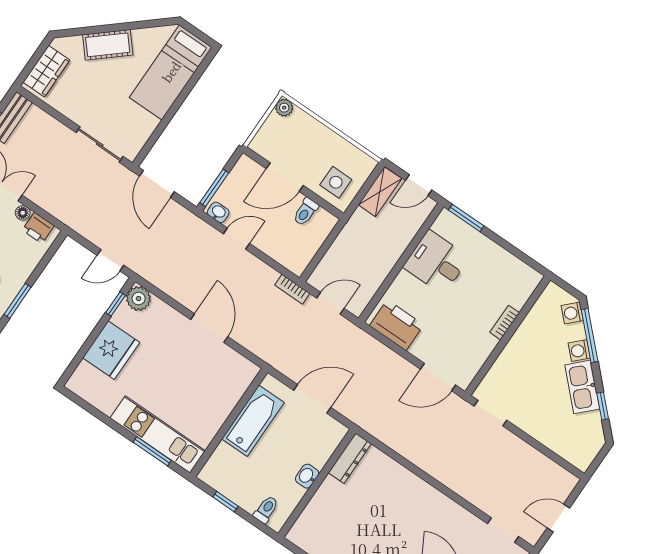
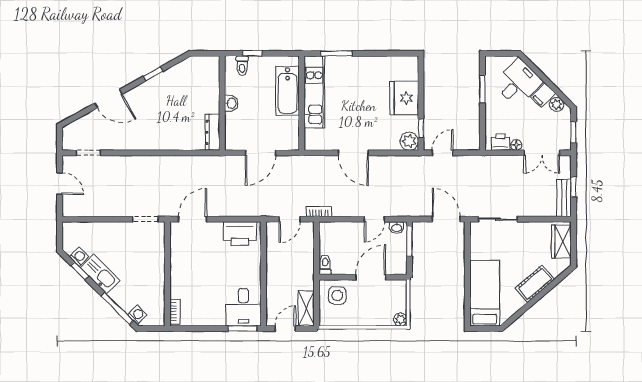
toilet: (306, 212) -> (325, 265), moved
desk: (436, 262) -> (243, 307), moved, turned 90
bookcase: (505, 323) -> (175, 312), moved
washing machine: (579, 351) -> (79, 257), moved
bathtub: (253, 421) -> (288, 91), moved
kitchen unit: (158, 434) -> (314, 92), moved, turned -90
window: (226, 502) -> (252, 53), moved
door: (558, 518) -> (60, 183), hinge flipped

